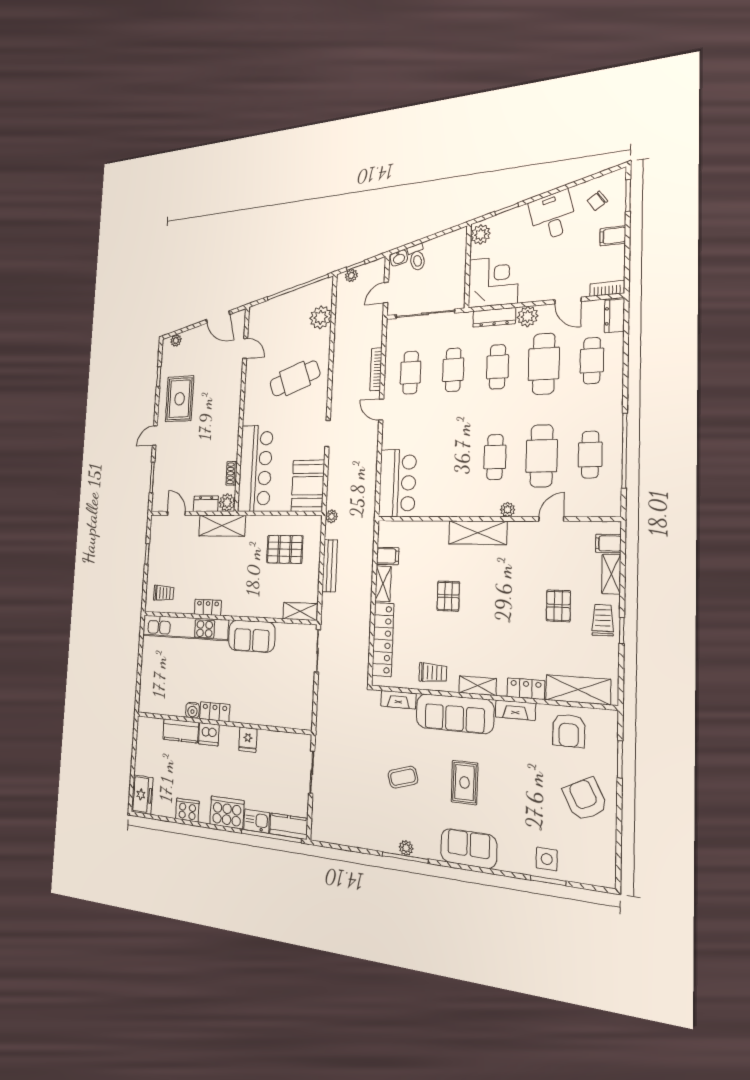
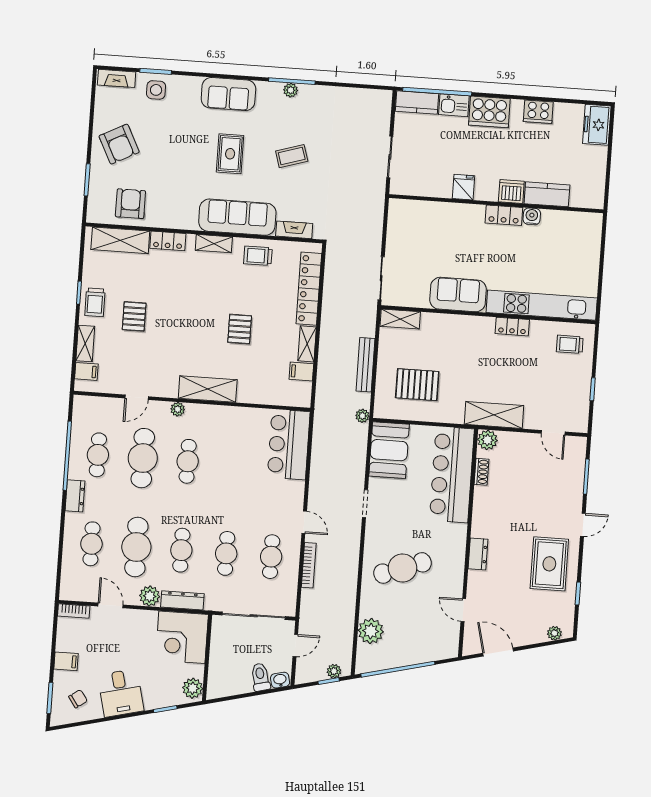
dresser: (614, 316) -> (75, 496), moved
dresser: (206, 504) -> (478, 554), moved, turned -90
fireplace: (515, 710) -> (117, 78), moved, turned 180

